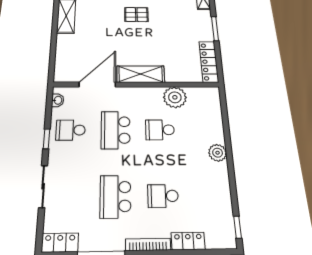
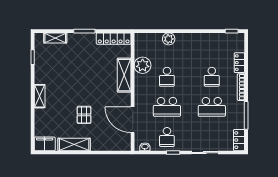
pallet: (136, 15) -> (84, 115), moved
shelving: (141, 74) -> (124, 75), moved
plant: (218, 153) -> (169, 39), moved

